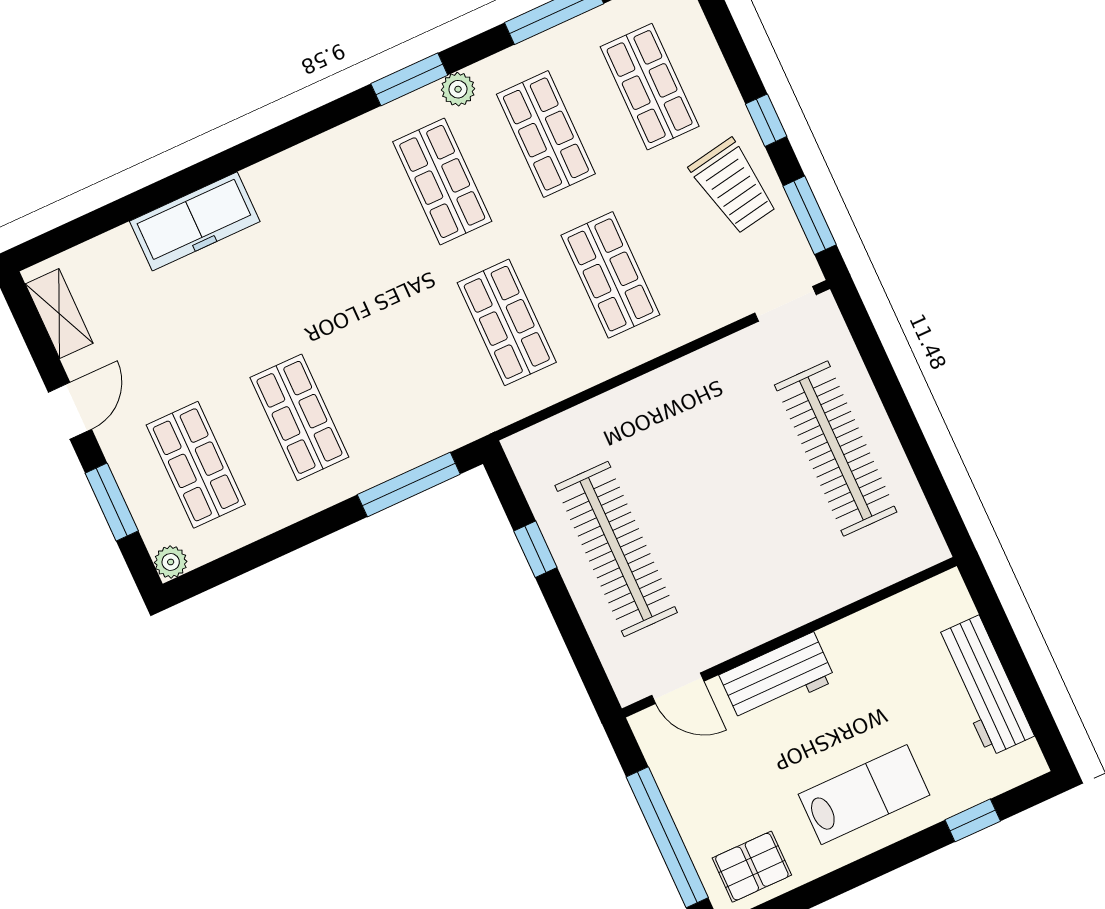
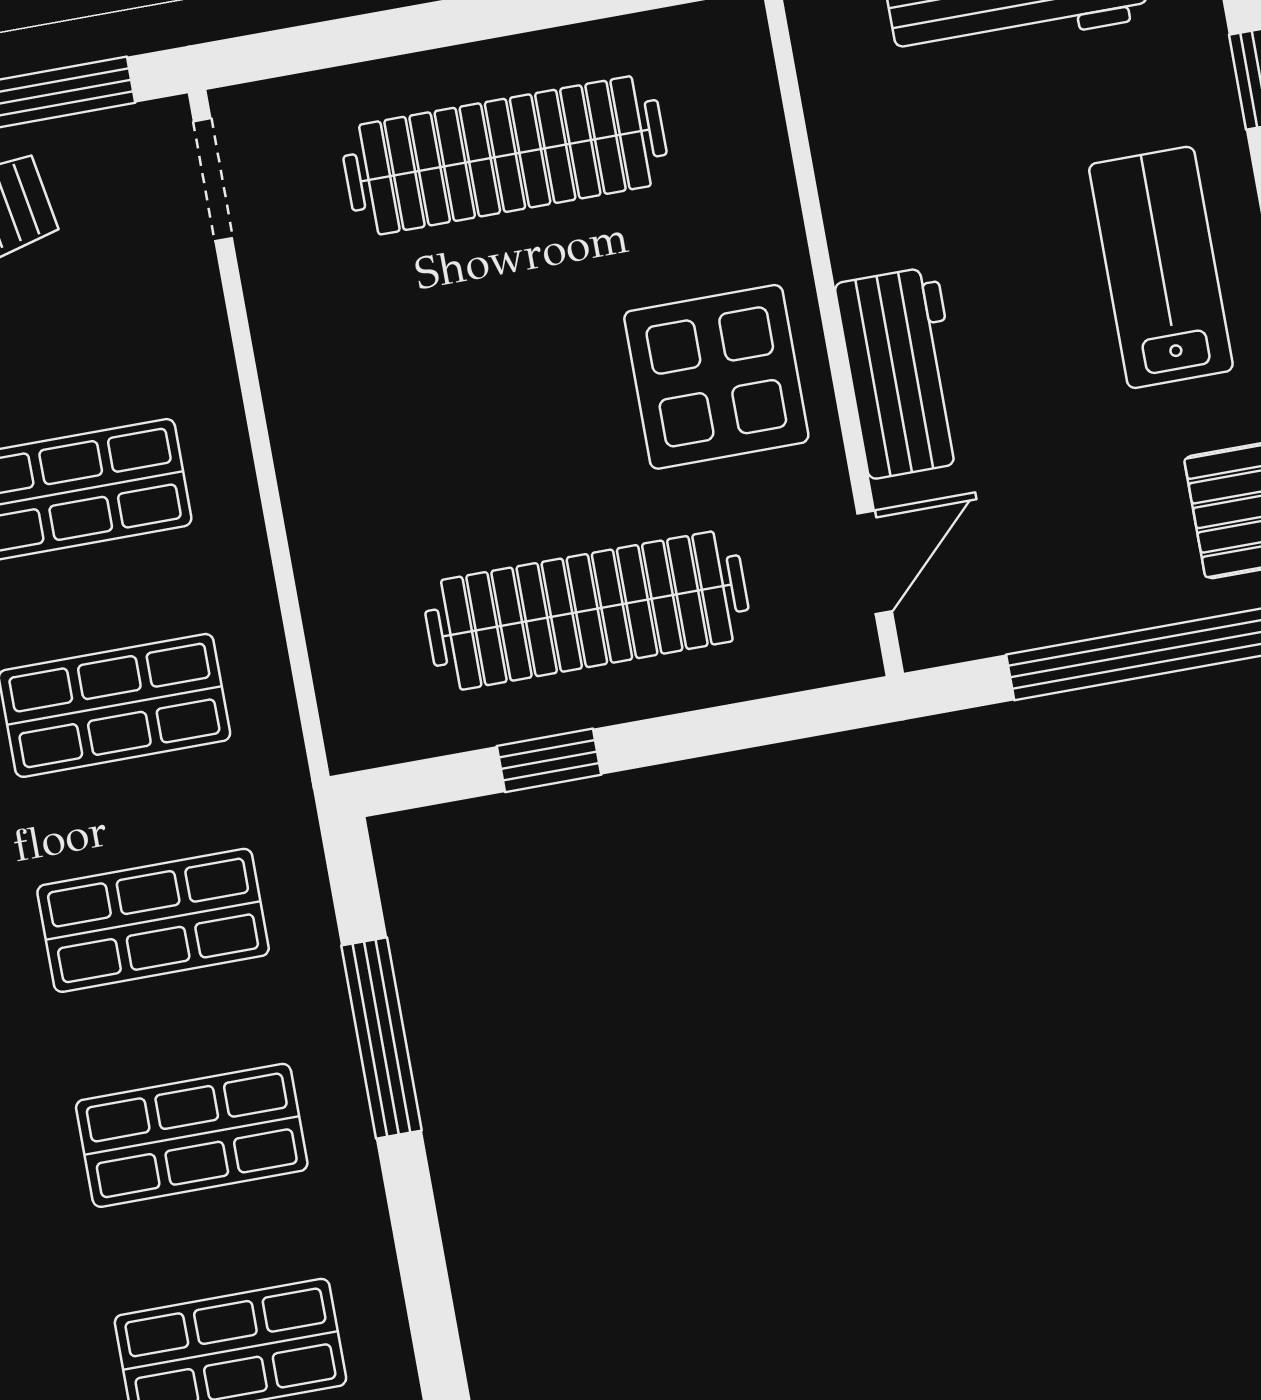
shop shelf: (403, 370) -> (153, 920), added
window: (409, 484) -> (382, 1038), moved
display table: (751, 584) -> (716, 377), added

